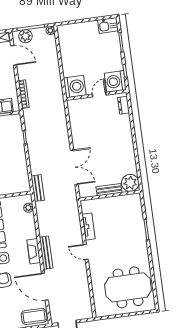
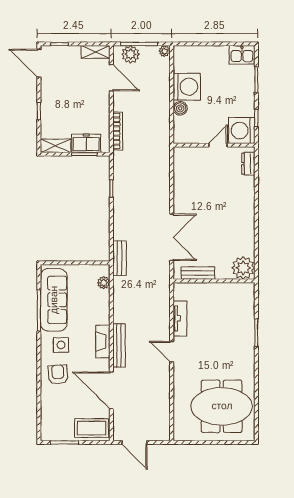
boiler: (68, 71) -> (180, 108), added
washing machine: (75, 87) -> (187, 87), moved
bench: (109, 190) -> (198, 273), moved

